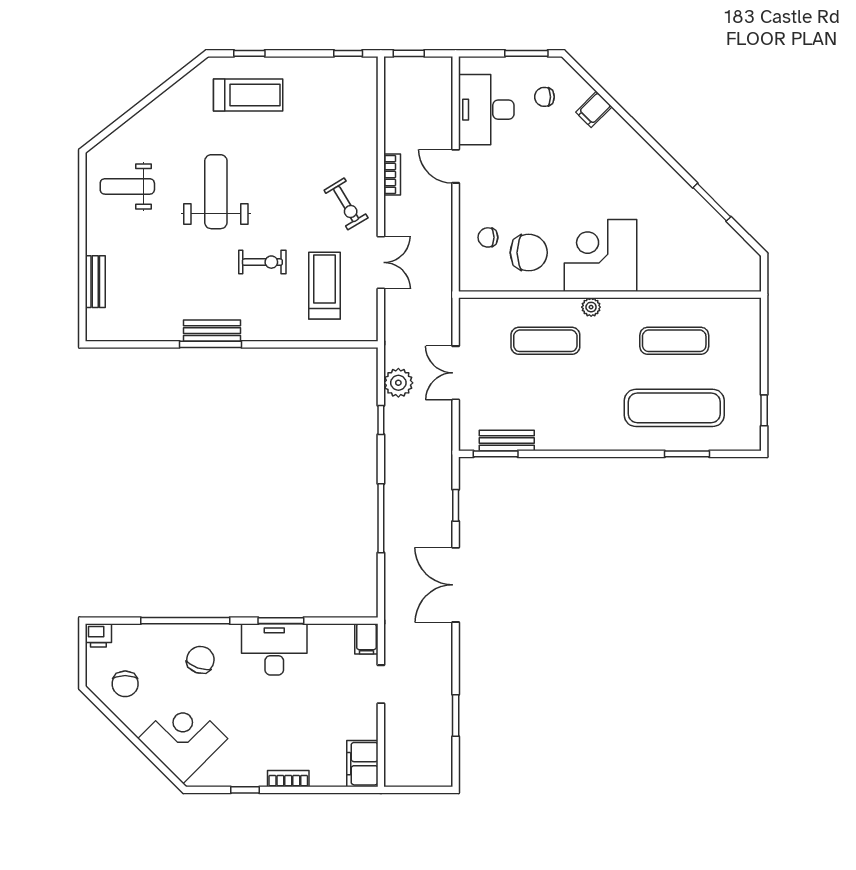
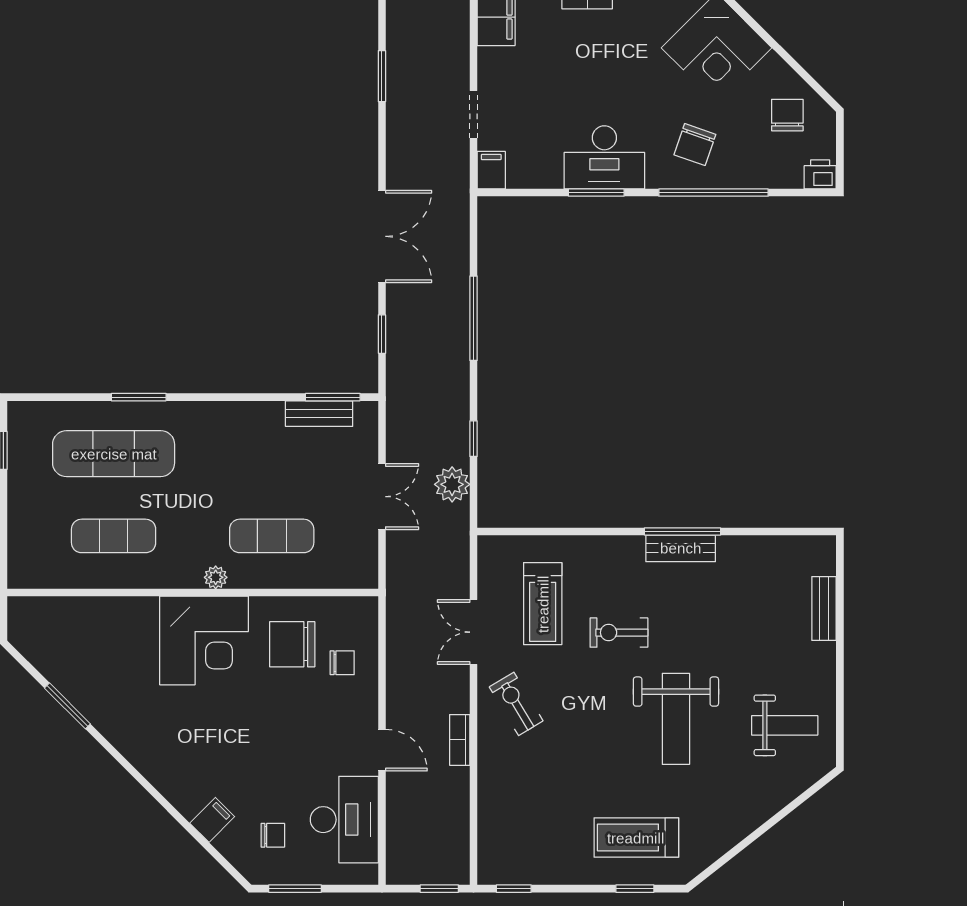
window: (687, 454) -> (139, 397), moved

